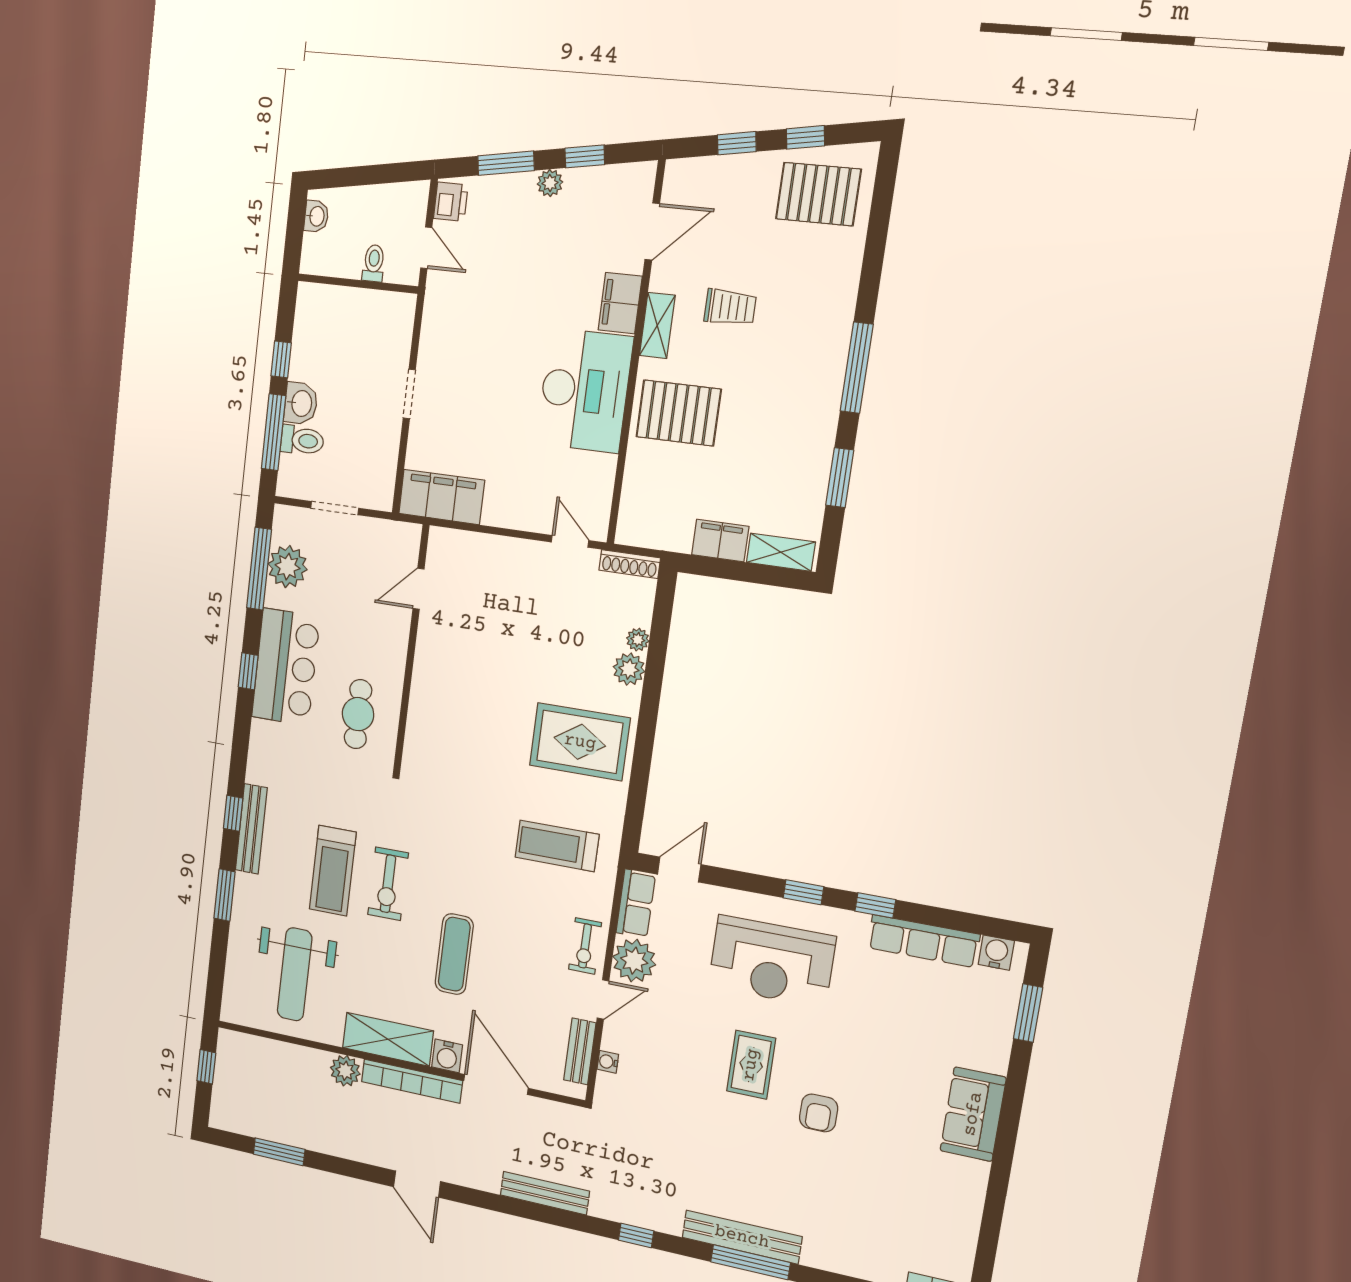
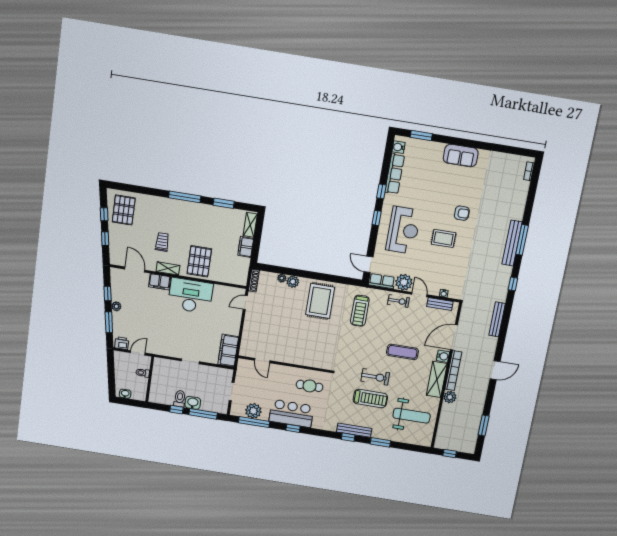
toilet: (302, 440) -> (180, 399), moved

